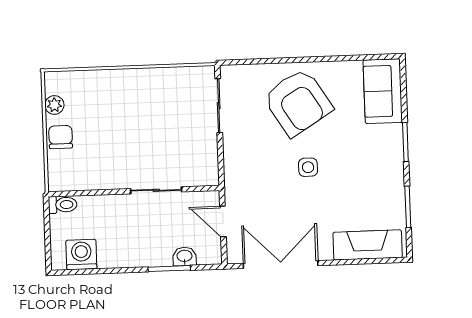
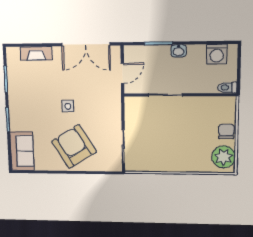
plant: (54, 105) -> (224, 157), width x1.88, depth x1.88
chair: (61, 137) -> (226, 131), turned 180
door: (223, 222) -> (122, 73), hinge flipped
fireplace: (368, 245) -> (36, 53), width x0.73, depth x0.76
washbasin: (185, 256) -> (179, 51), moved

